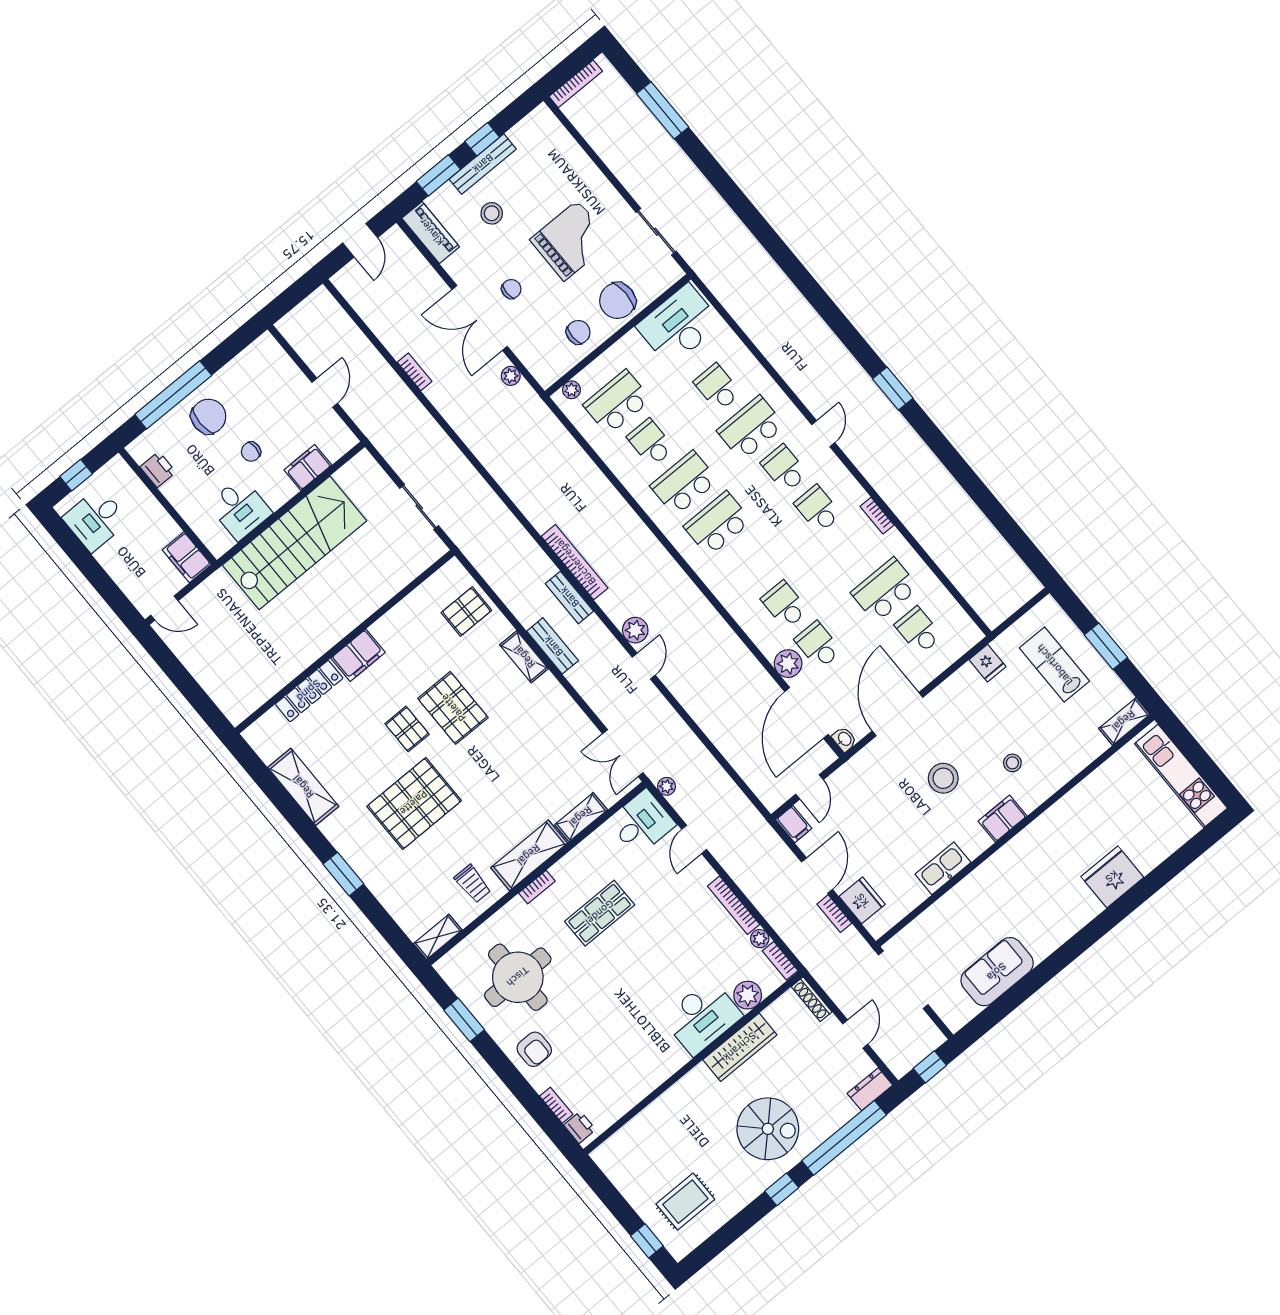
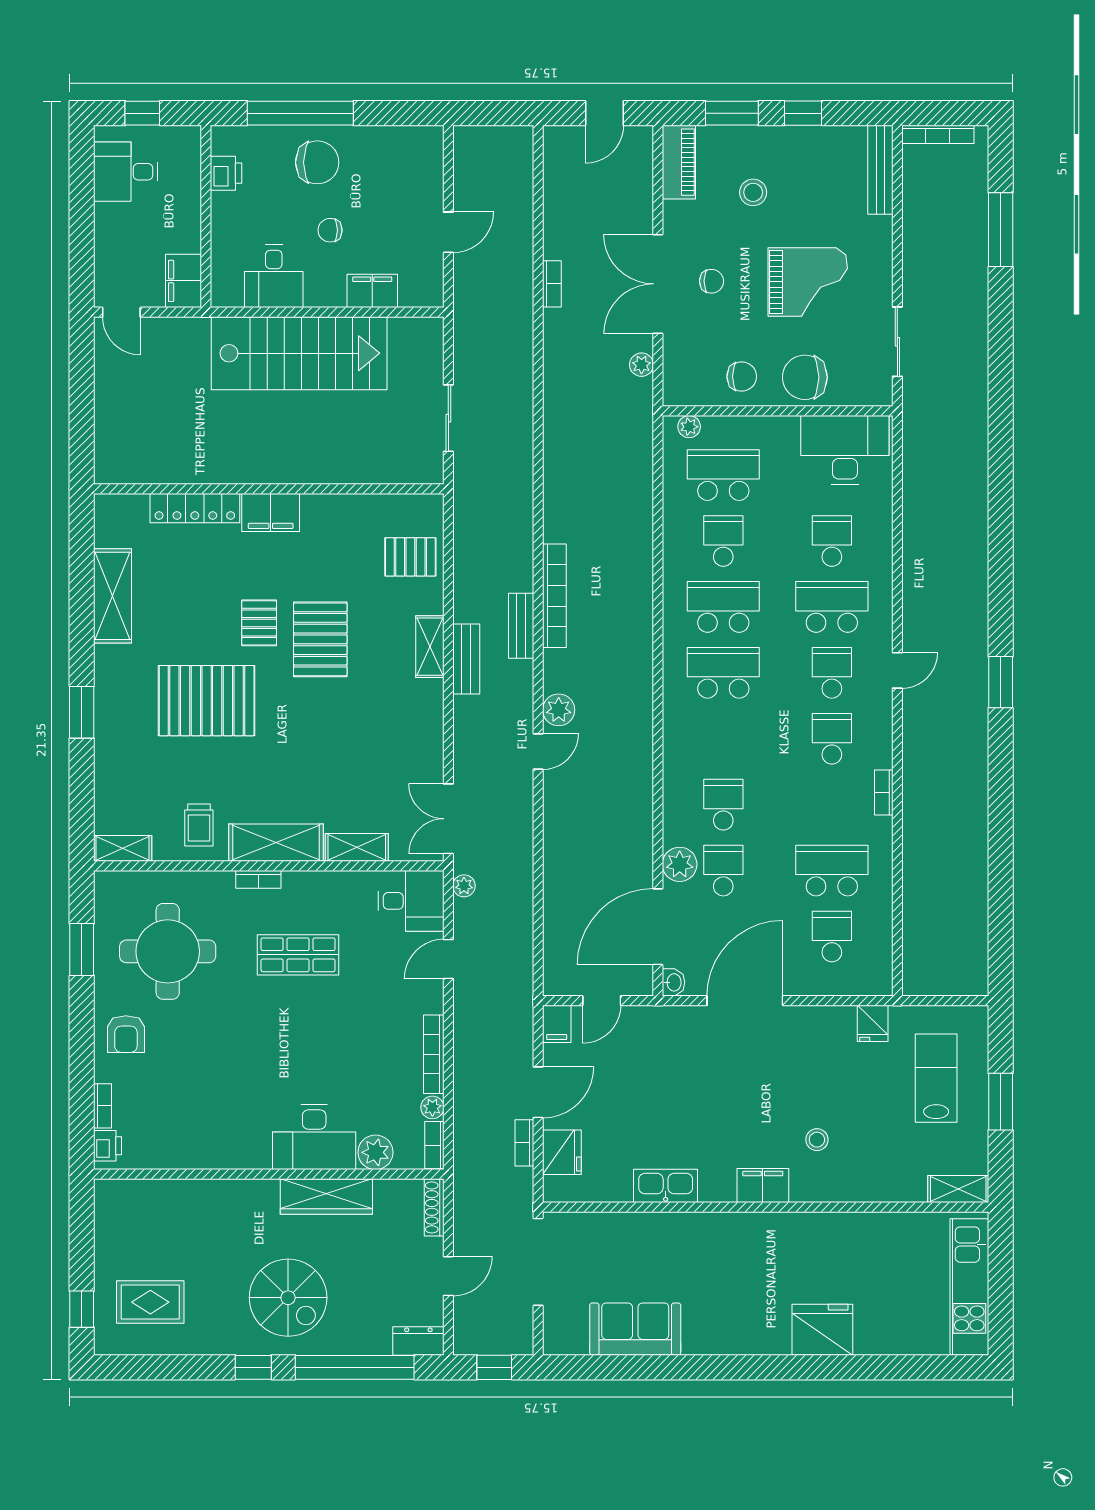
bench: (483, 164) -> (880, 170), moved, turned 90
stool: (943, 778) -> (738, 1099), removed

